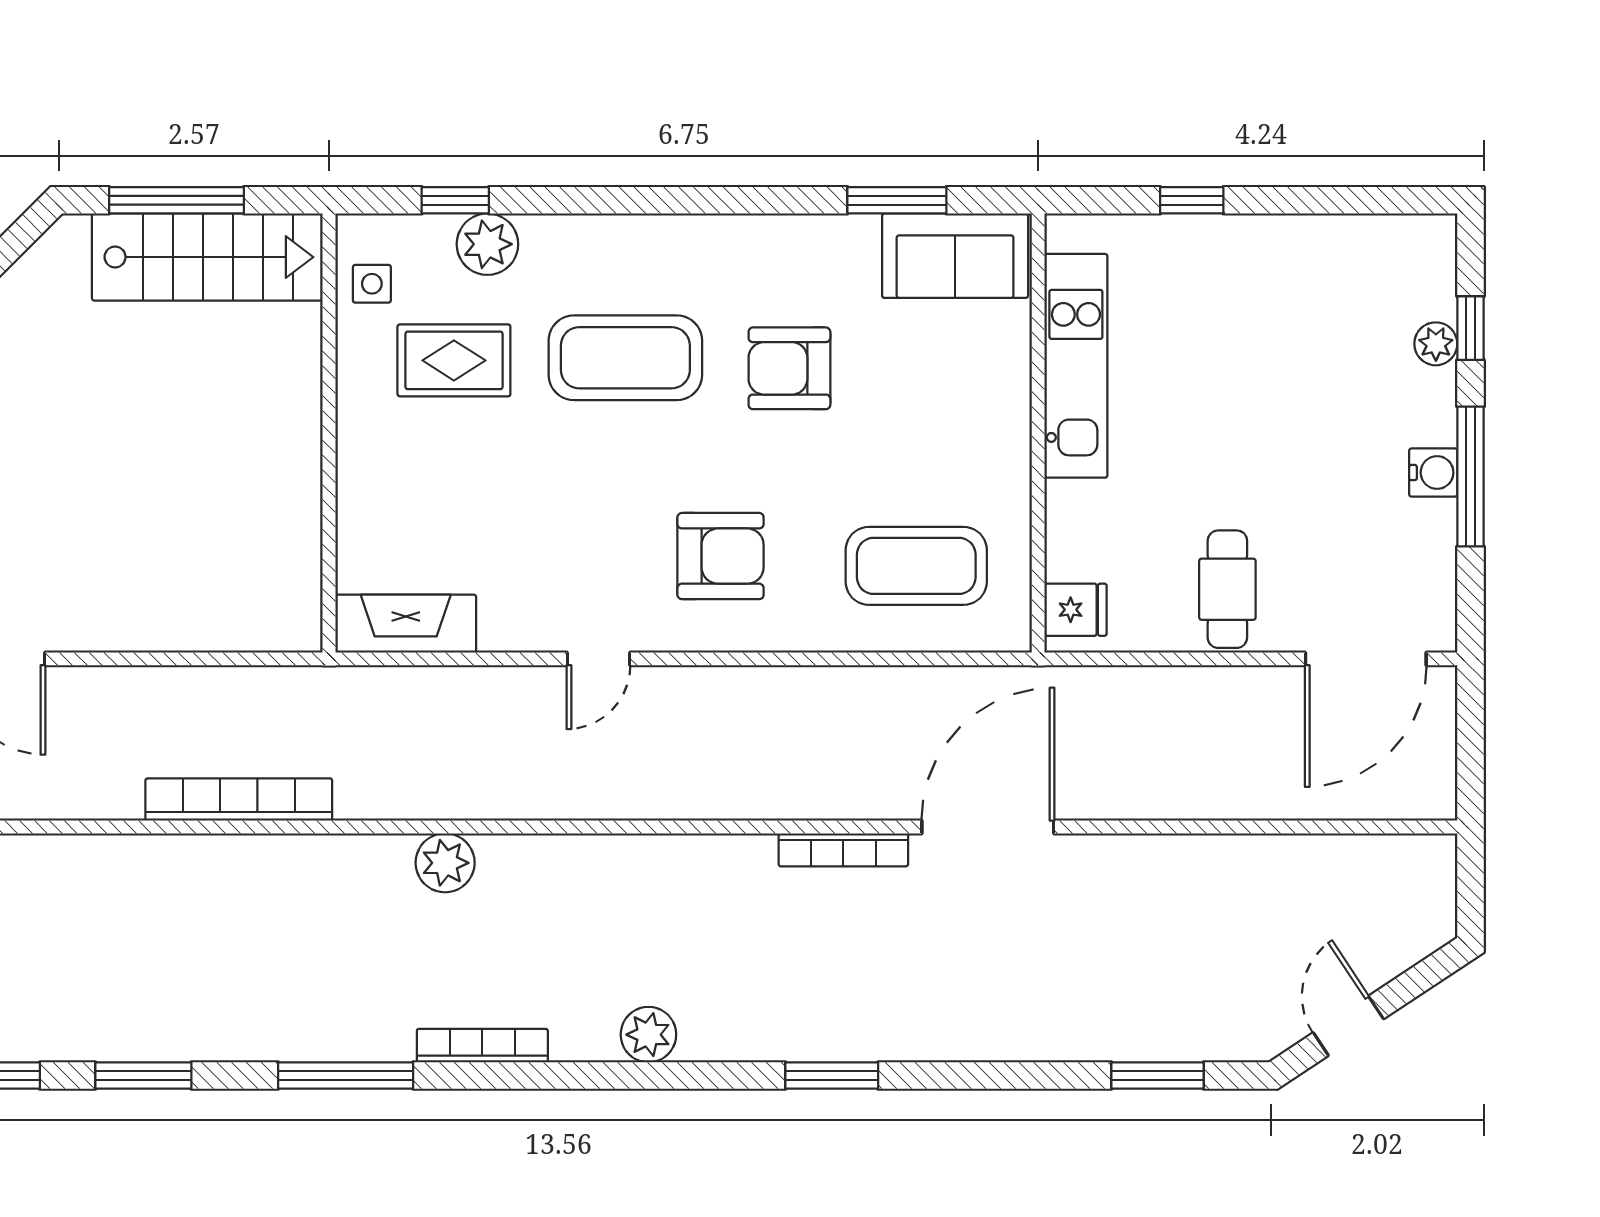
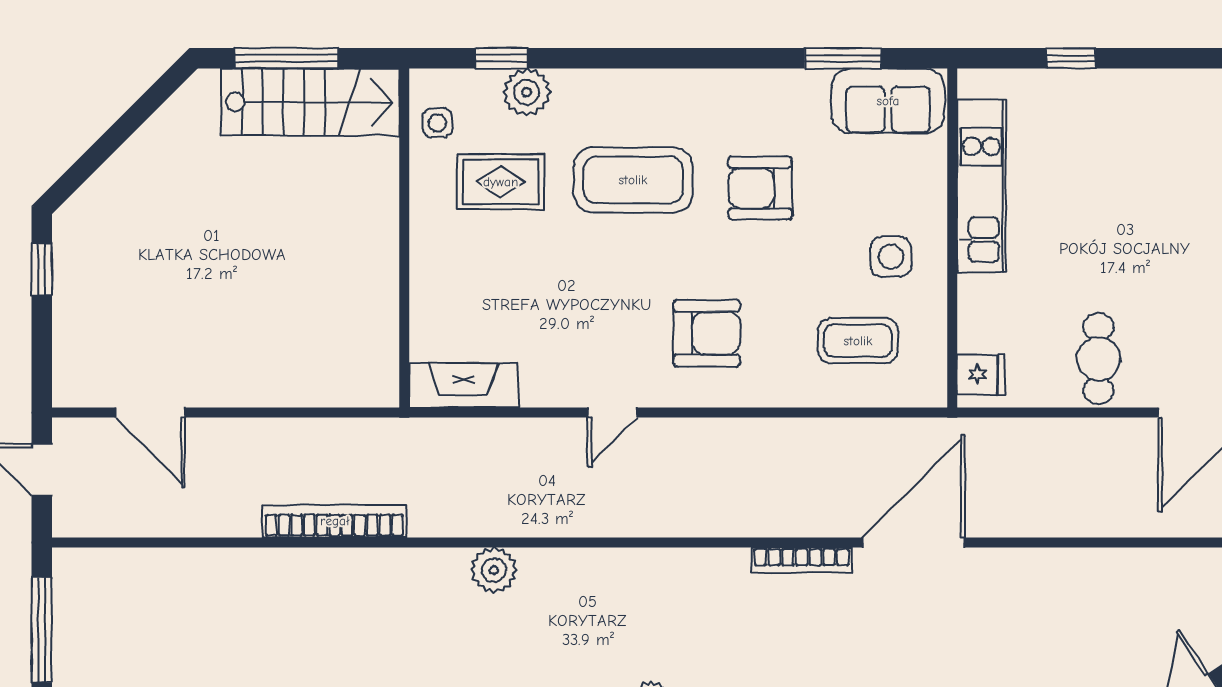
side table: (959, 457) -> (891, 257), added
coffee table: (916, 566) -> (858, 341), width x0.73, depth x0.76

